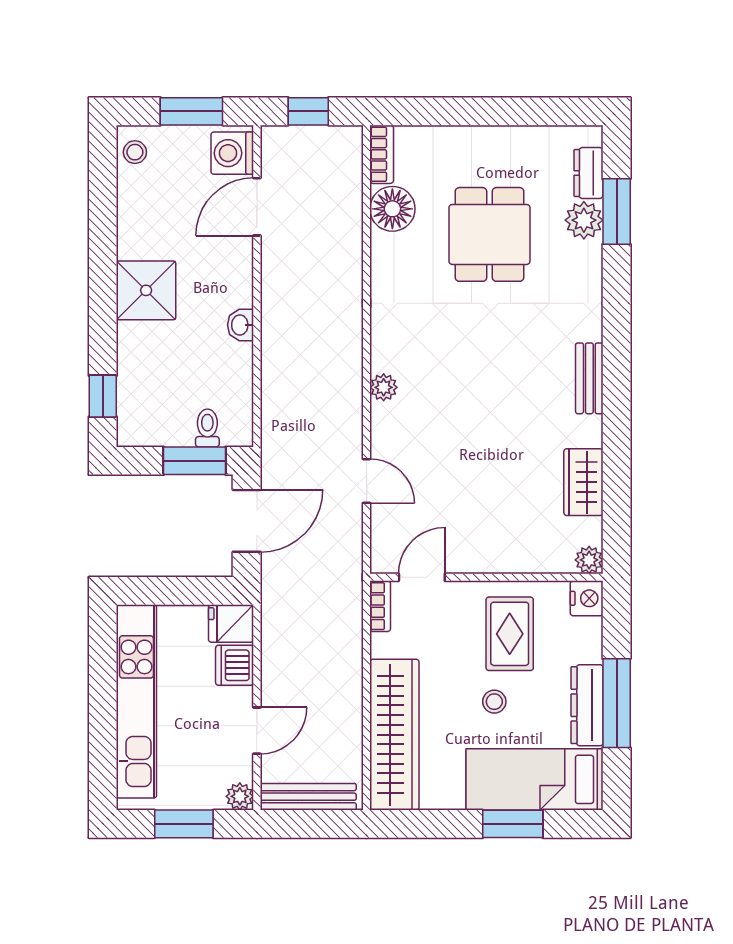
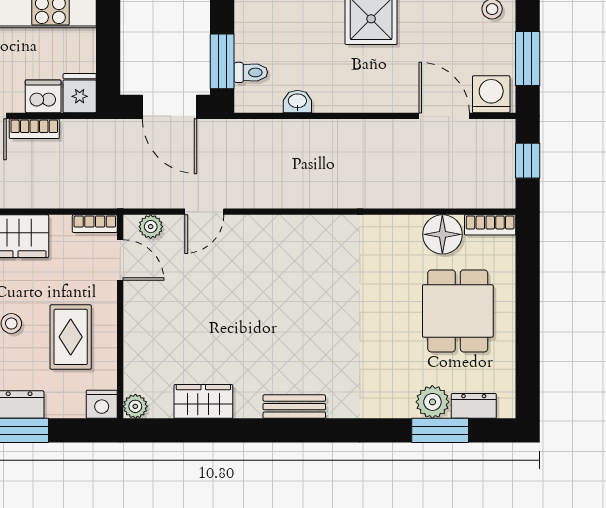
dining table: (489, 234) -> (458, 311), moved, turned 90
washbasin: (241, 325) -> (297, 102), moved
plant: (384, 387) -> (151, 227), moved
rug: (510, 634) -> (71, 337), turned 90
bookcase: (272, 675) -> (34, 129), added

